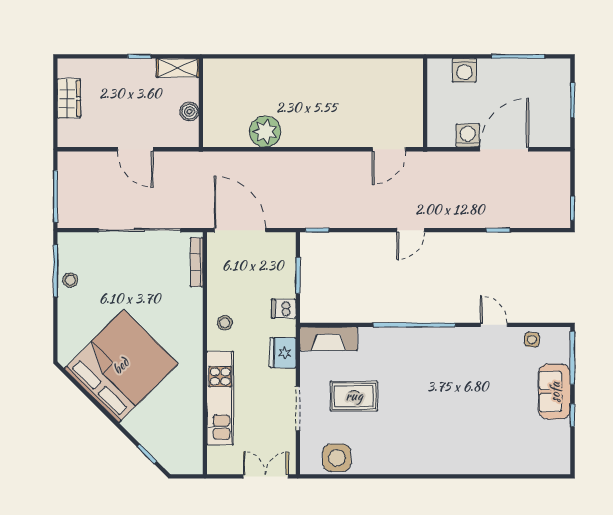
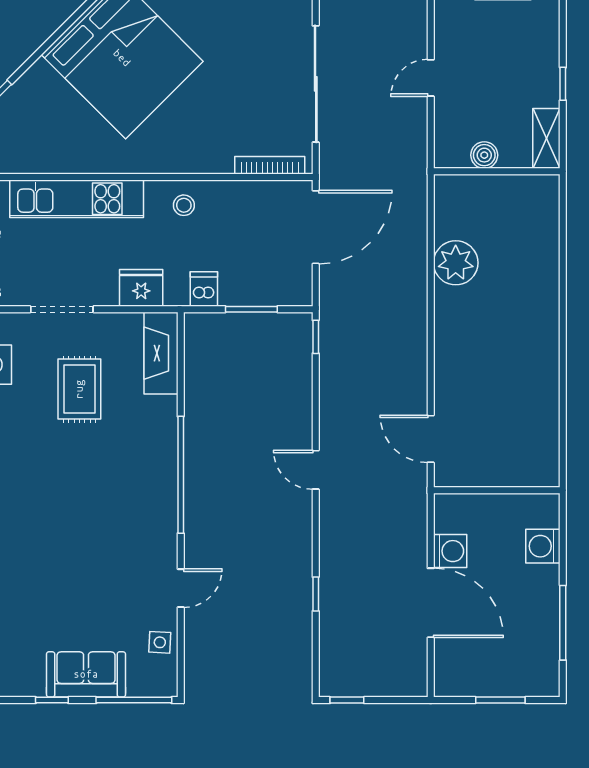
door: (135, 149) -> (431, 78), width x0.73

